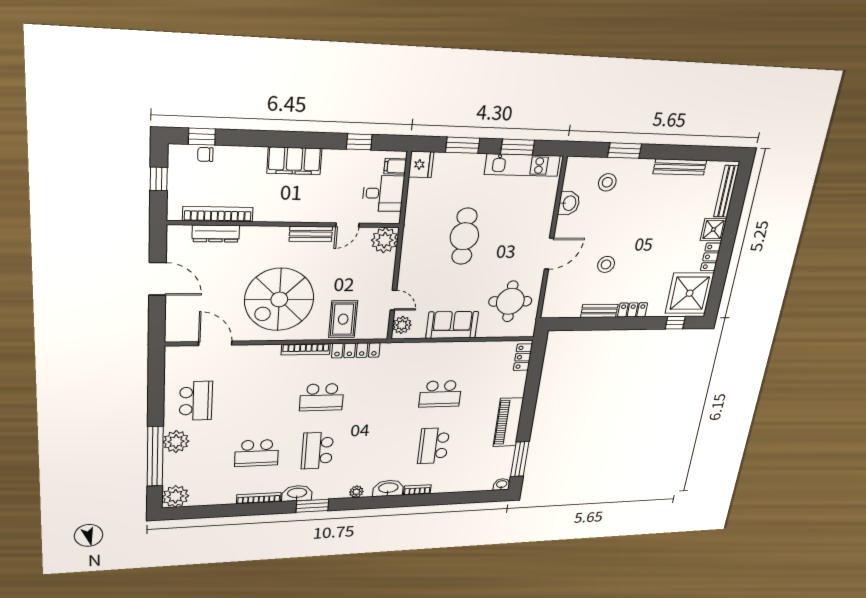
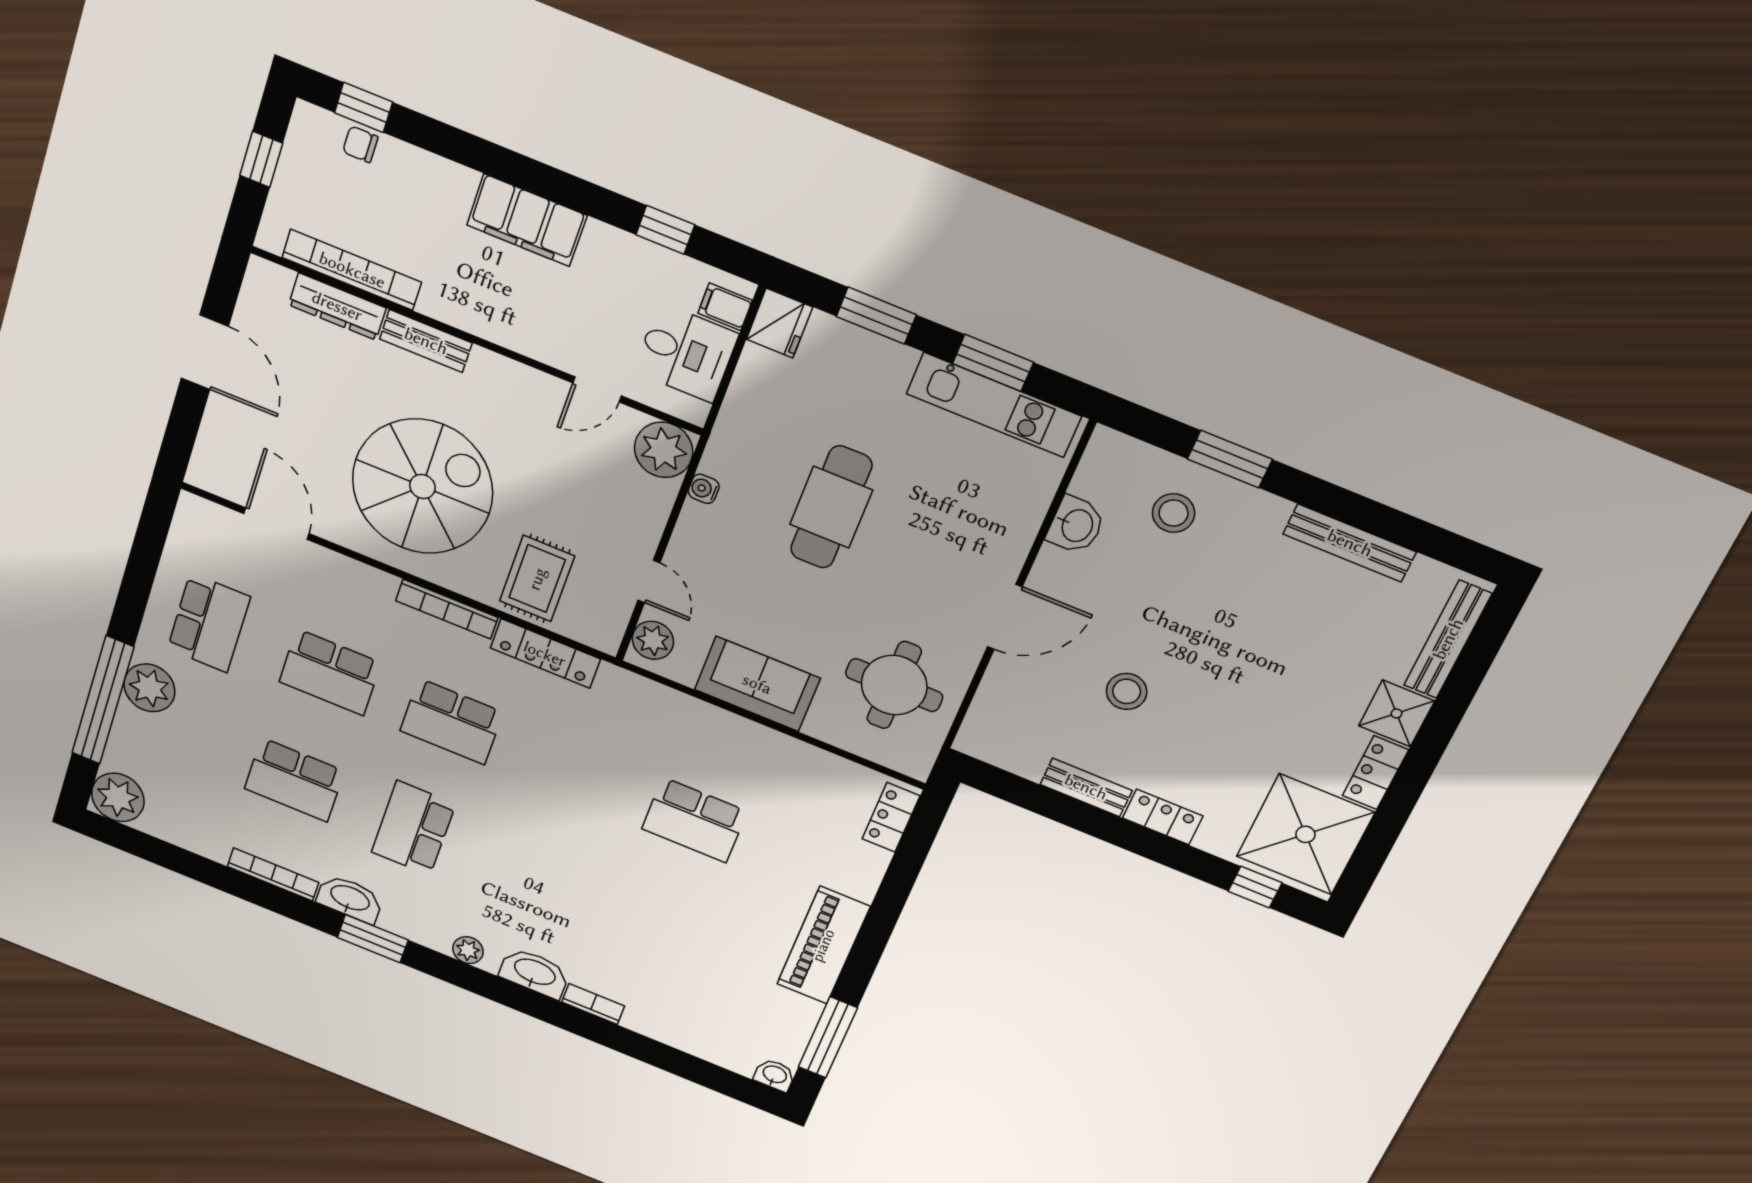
bench: (311, 234) -> (426, 341), moved
water cooler: (407, 250) -> (704, 489), added
spiral stairs: (279, 299) -> (422, 486), turned 180
school desk: (434, 446) -> (330, 672), moved, turned -90

